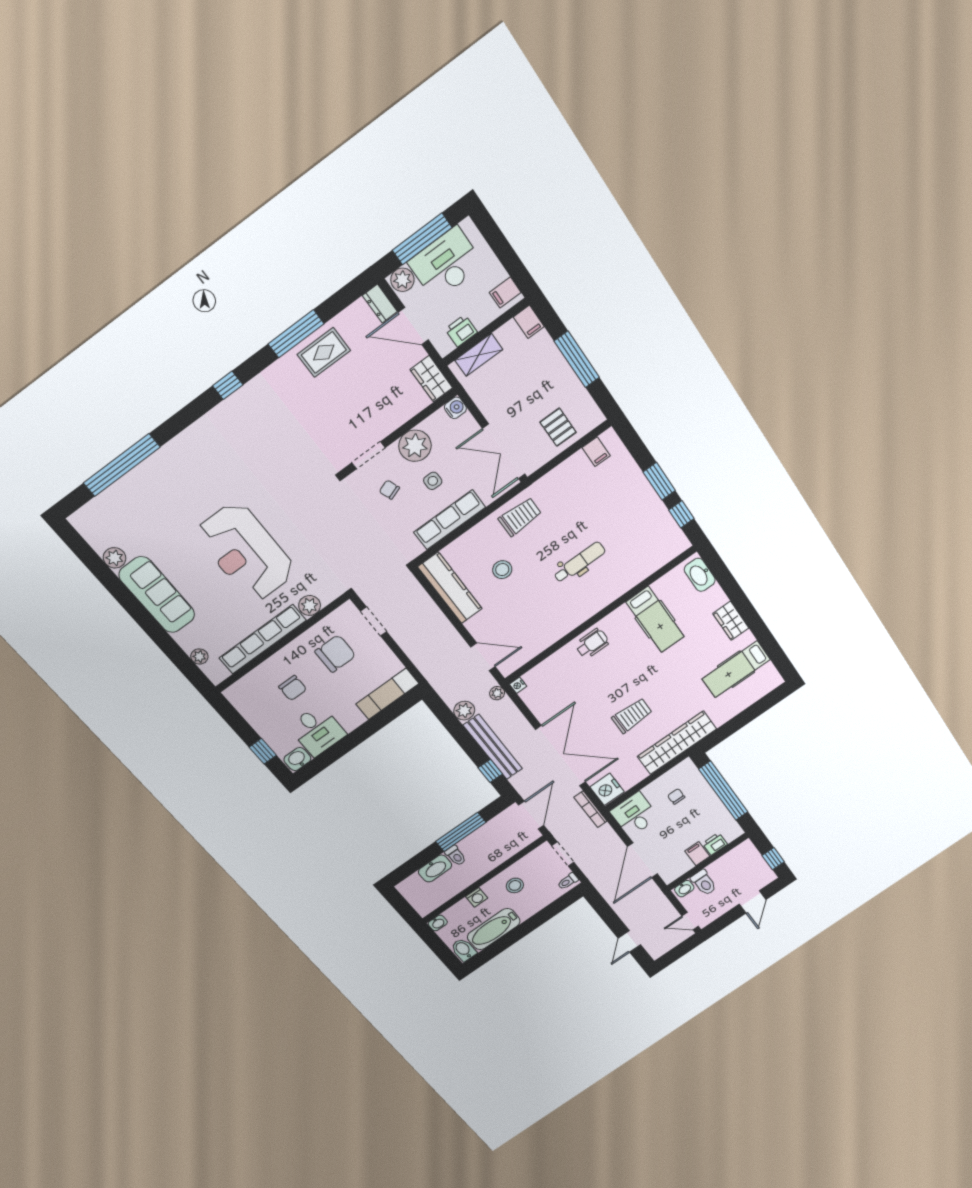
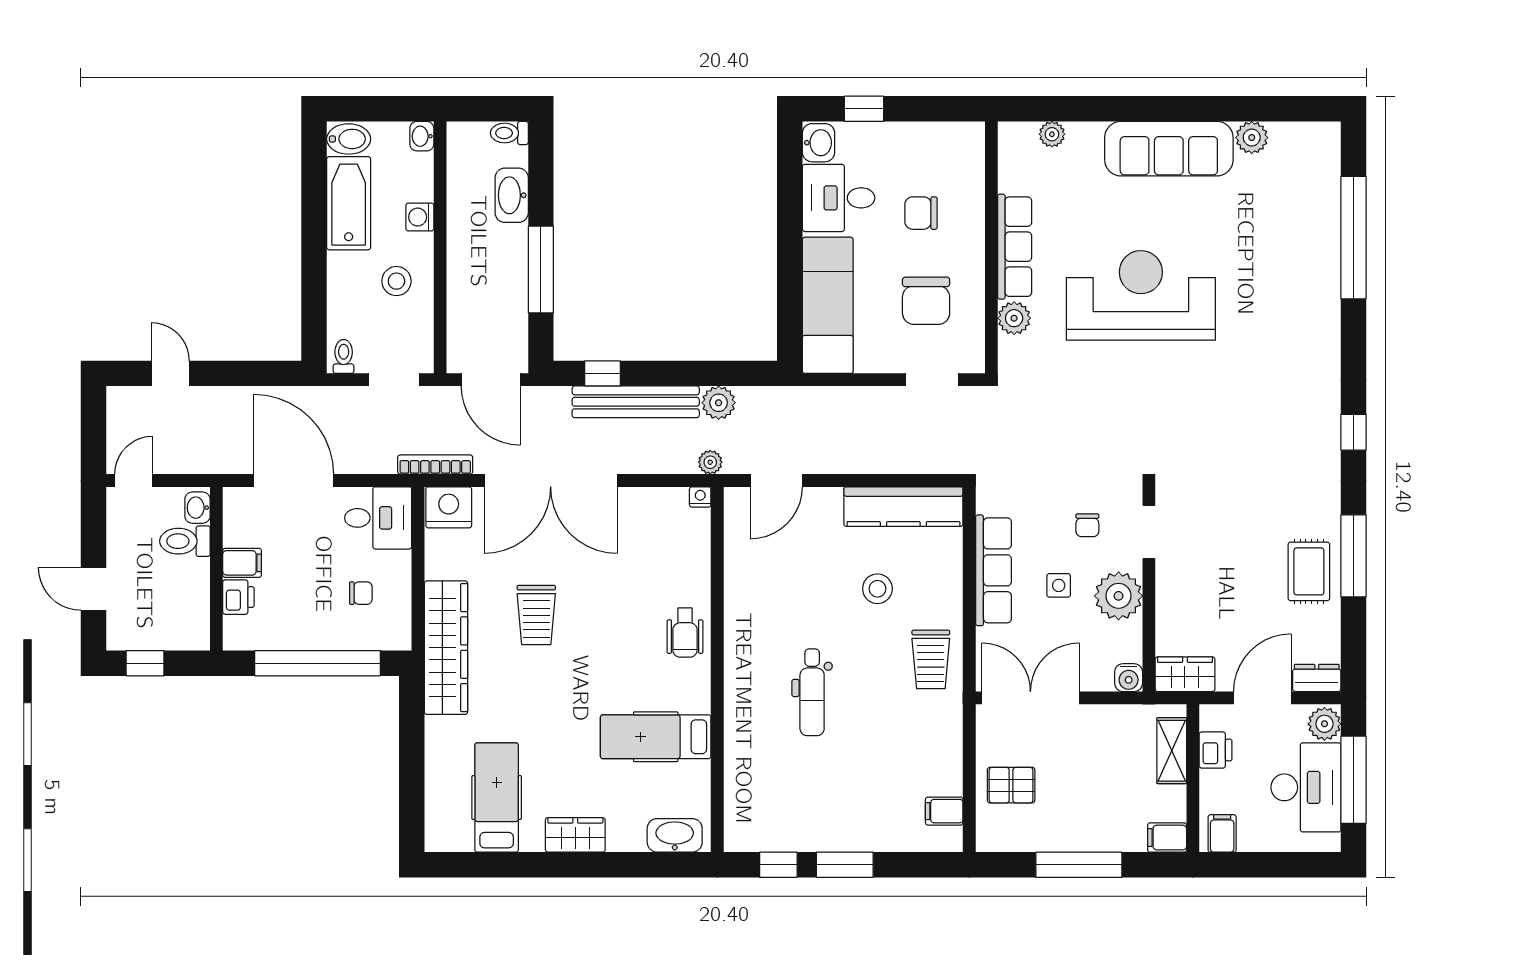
chair: (389, 490) -> (1087, 525), turned 110
row of seats: (263, 639) -> (1015, 247), width x0.73
exam couch: (387, 694) -> (828, 305), width x1.36, depth x1.45
toilet: (456, 856) -> (509, 133), moved

